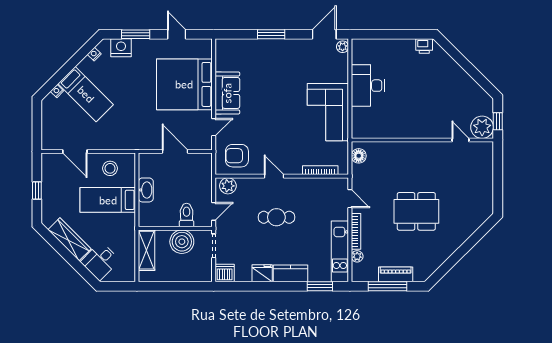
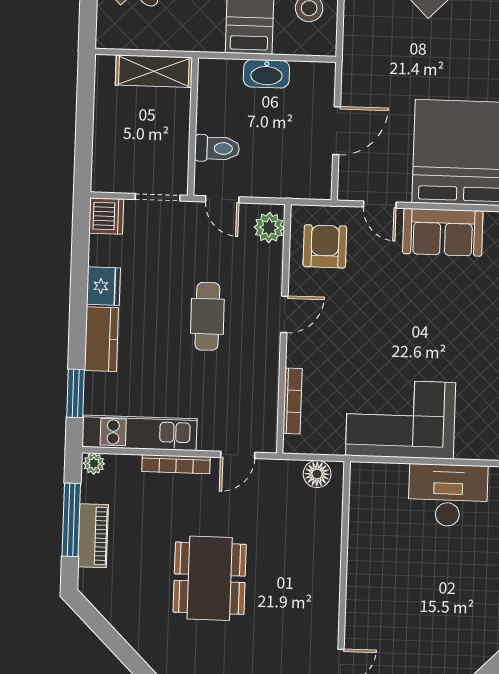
boiler: (182, 242) -> (168, 138), removed
plant: (357, 256) -> (94, 464), moved

